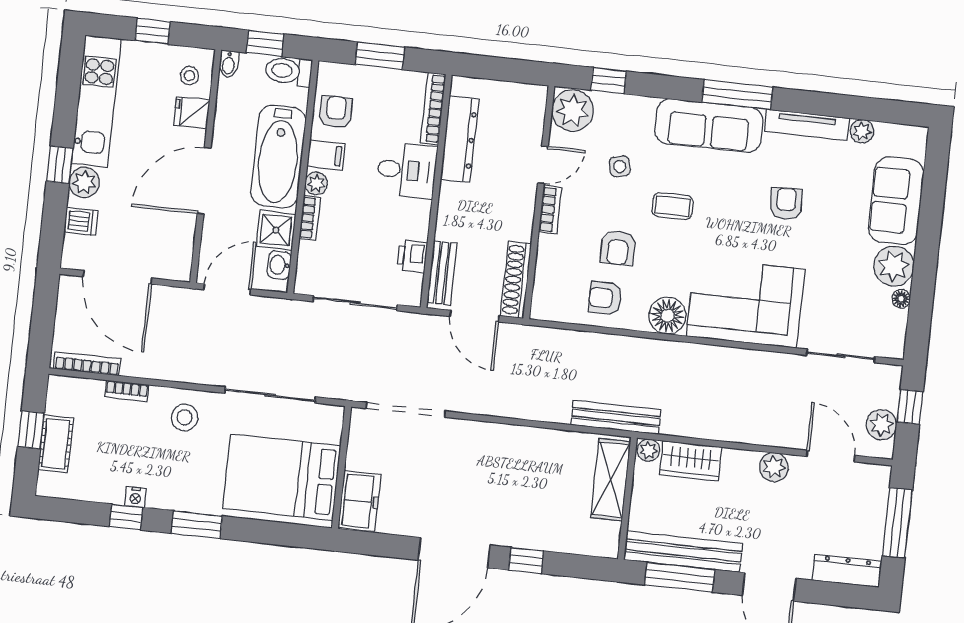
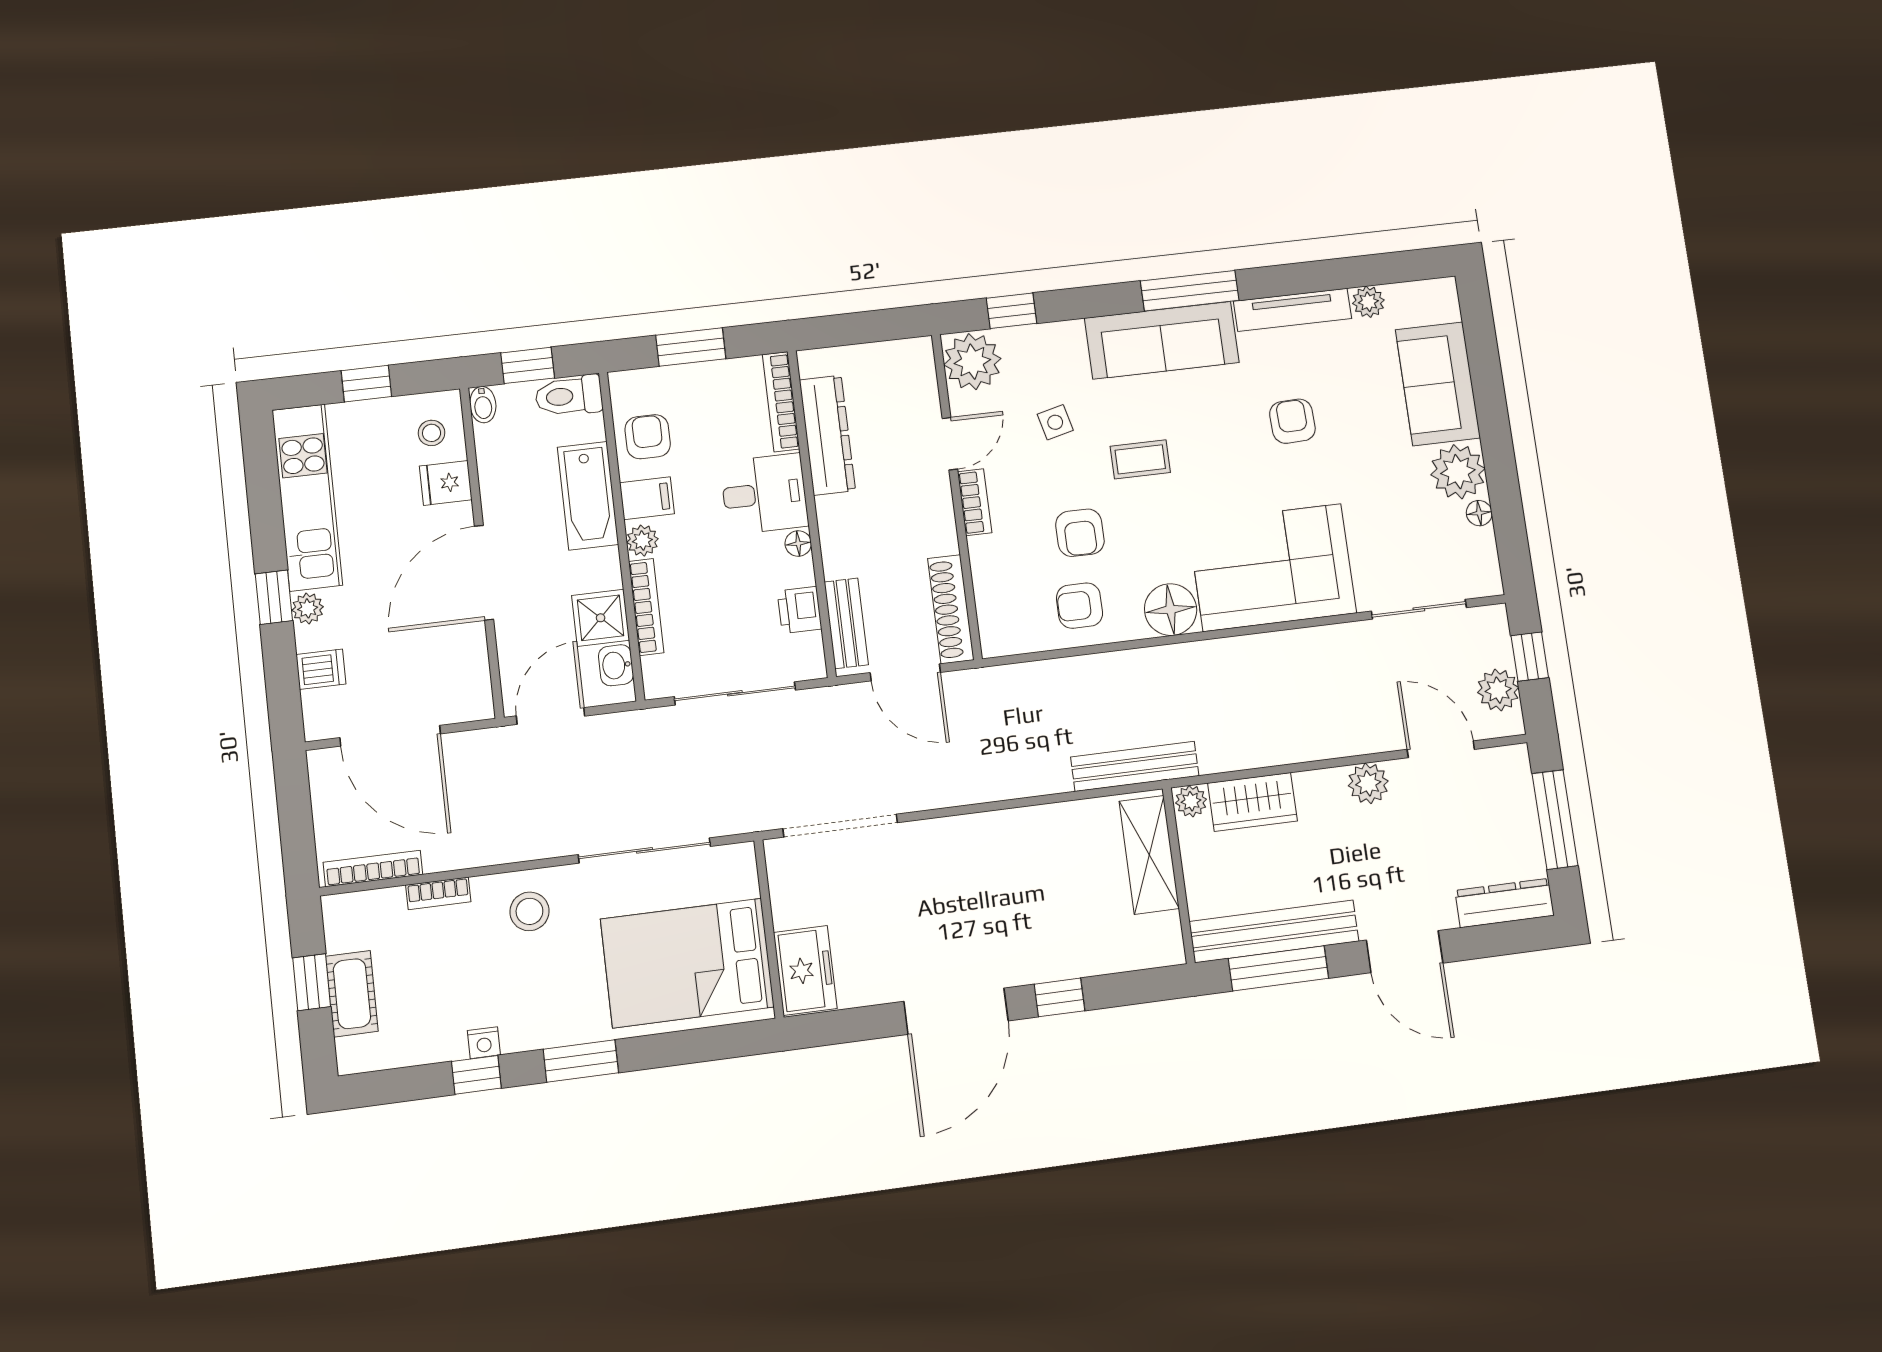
bathtub: (278, 157) -> (588, 496), width x0.73, depth x0.73
plant: (84, 182) -> (308, 608), width x0.73, depth x0.73
floor lamp: (422, 210) -> (798, 544), added
bookcase: (310, 218) -> (646, 607), width x1.56

